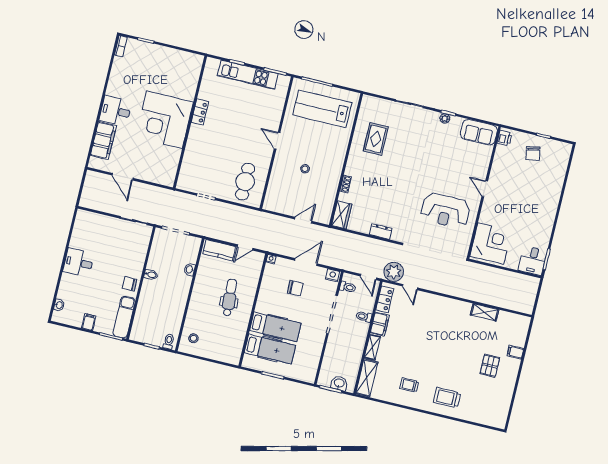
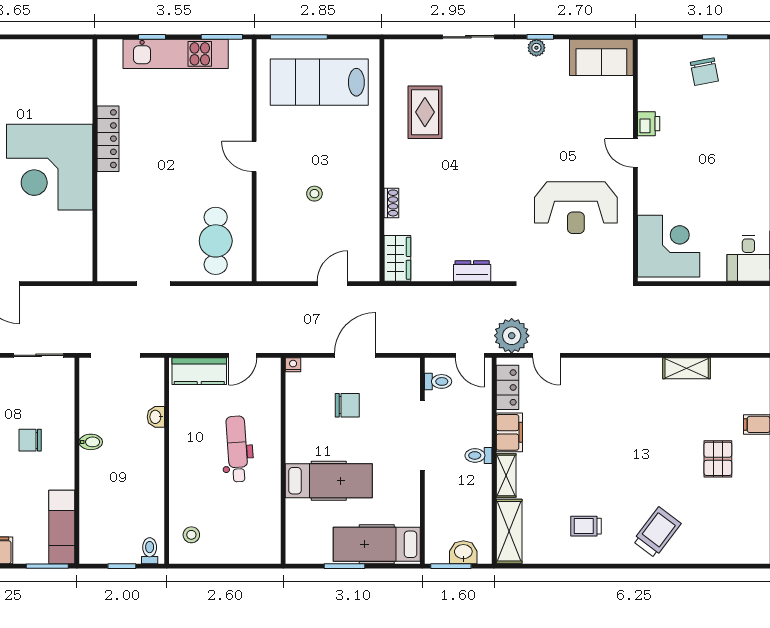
locker: (200, 112) -> (108, 139), width x1.53
printer: (505, 138) -> (649, 124), moved
nightstand: (333, 275) -> (407, 367), removed
chair: (129, 284) -> (30, 440), moved
toilet: (364, 317) -> (478, 455), moved
hospital bed: (270, 349) -> (377, 544), moved, turned 180
trolley: (447, 398) -> (657, 532), turned 127

